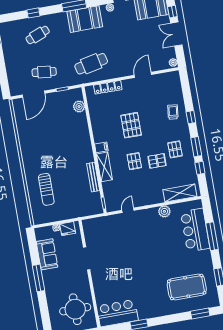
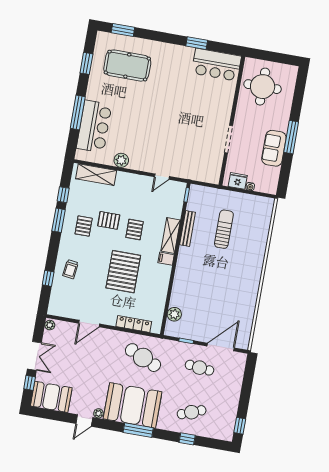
booth: (85, 19) -> (133, 405), width x1.36, depth x1.42
cafe table: (91, 64) -> (143, 358), turned 36
window: (191, 117) -> (48, 278), moved
pallet: (131, 125) -> (123, 272), width x1.37, depth x1.41
sun lounger: (46, 189) -> (224, 229), moved
sofa: (47, 254) -> (274, 148), moved

